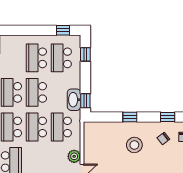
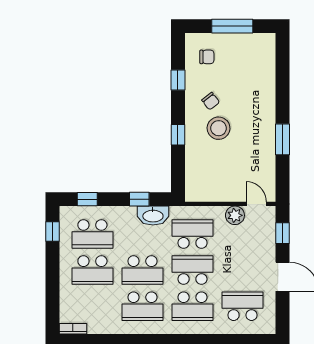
window: (85, 101) -> (139, 199), moved
school desk: (36, 127) -> (192, 270), turned 180
school desk: (61, 127) -> (192, 234), turned 180
chair: (163, 138) -> (211, 101), moved

